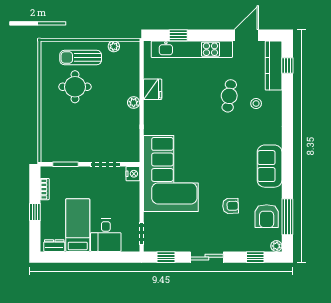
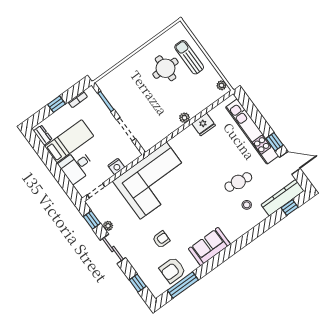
window: (178, 35) -> (275, 142), moved
plant: (114, 46) -> (222, 85), moved
nightstand: (133, 174) -> (116, 166), moved
armchair: (231, 206) -> (161, 239), turned -88
plant: (276, 246) -> (108, 226), moved

